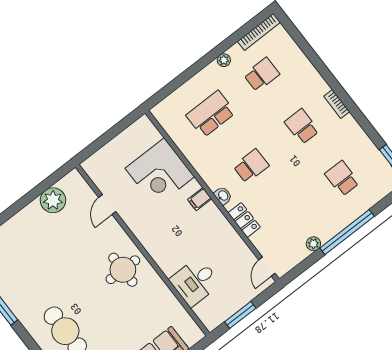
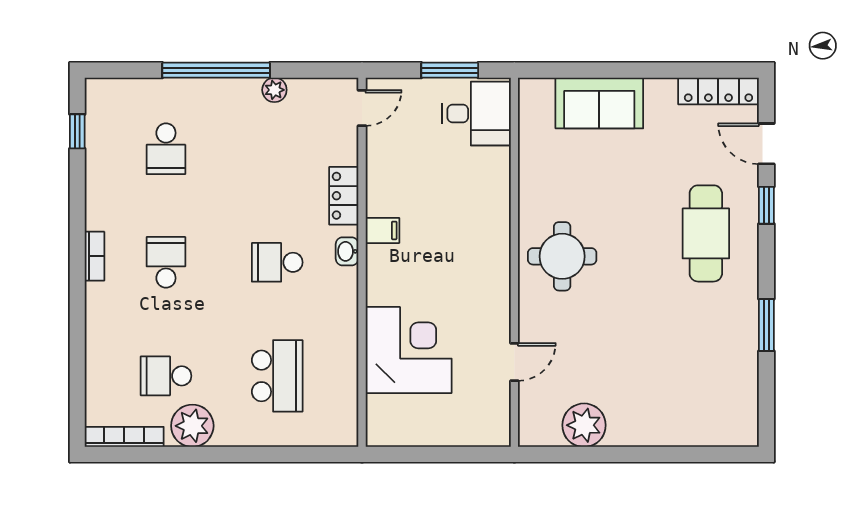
plant: (224, 60) -> (192, 426), width x1.88, depth x1.88
school desk: (211, 114) -> (277, 376), turned -90
school desk: (302, 126) -> (166, 262), turned 180
filing cabinet: (200, 199) -> (382, 230), moved
desk: (195, 282) -> (476, 114), moved

